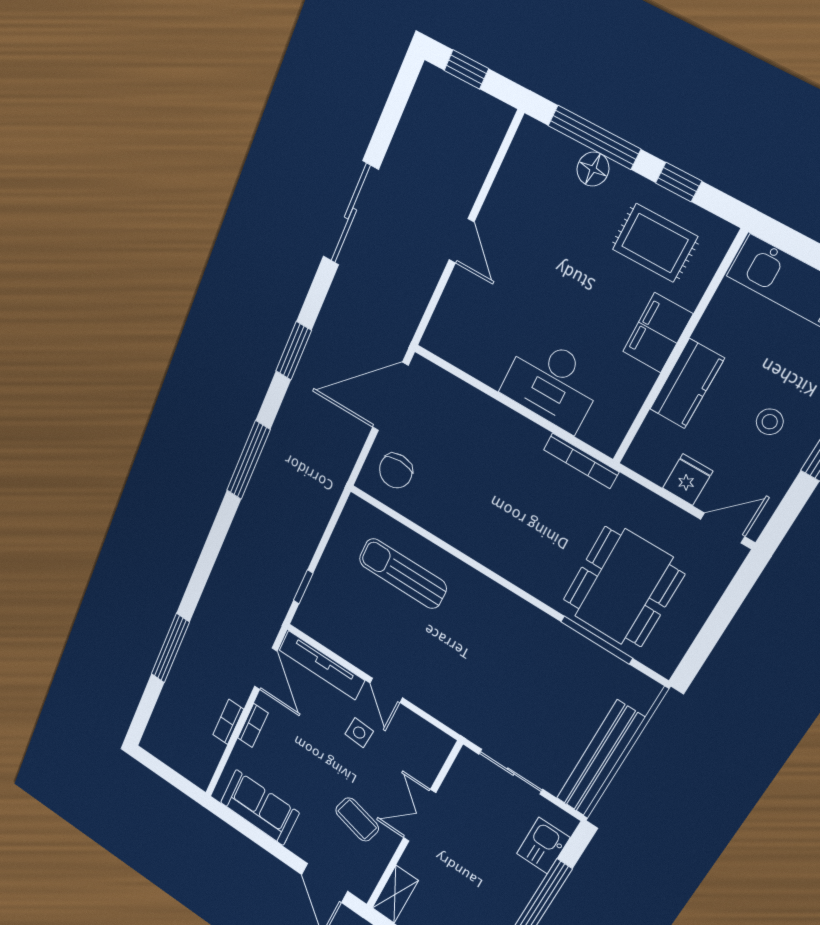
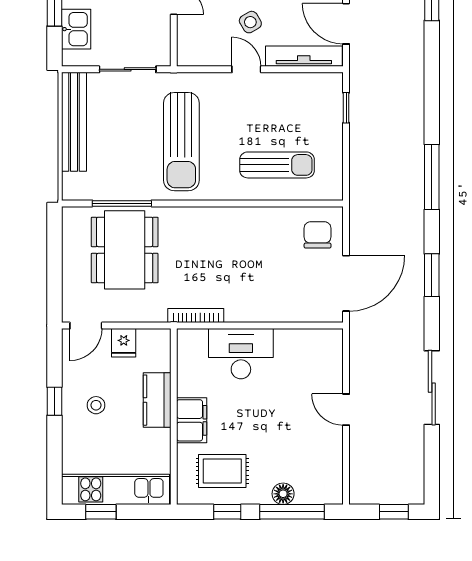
sun lounger: (493, 663) -> (181, 142), added
side table: (359, 733) -> (250, 22), turned -35

